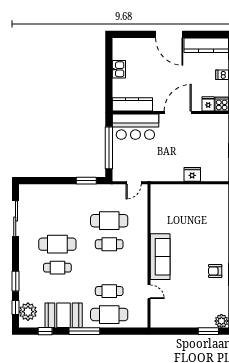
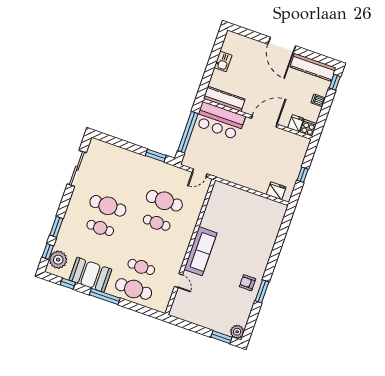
fridge: (192, 174) -> (276, 191), moved

